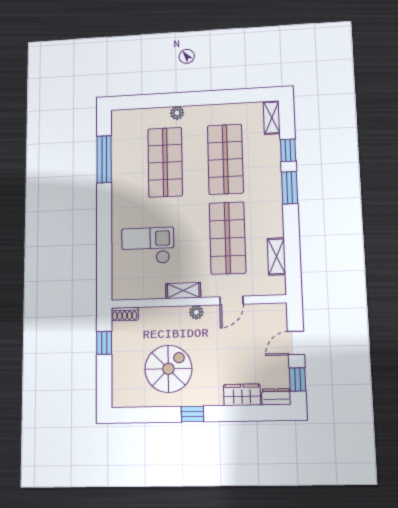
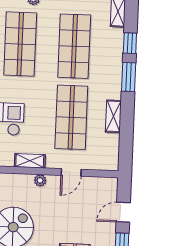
shelving: (277, 256) -> (113, 116), moved

